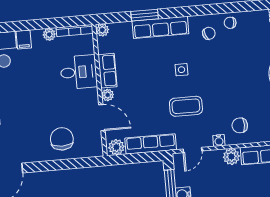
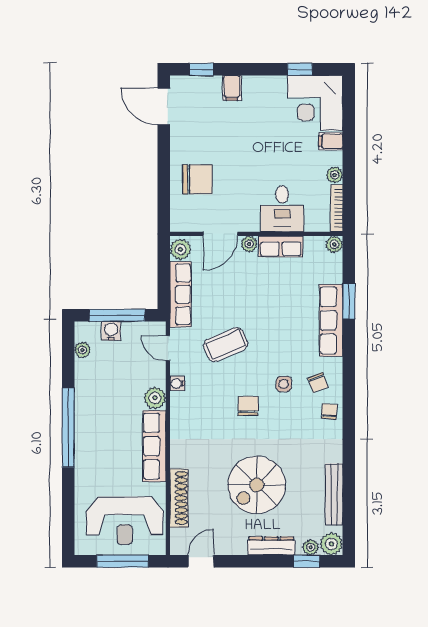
side table: (181, 70) -> (284, 384), moved
coffee table: (186, 106) -> (226, 345), turned 67
chair: (240, 125) -> (248, 406), moved

